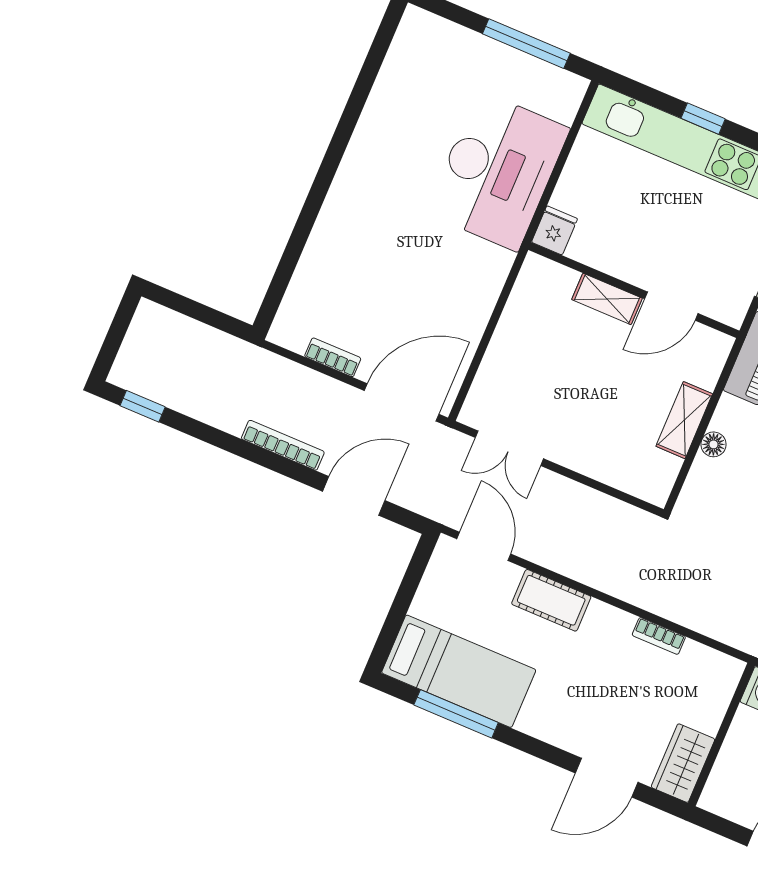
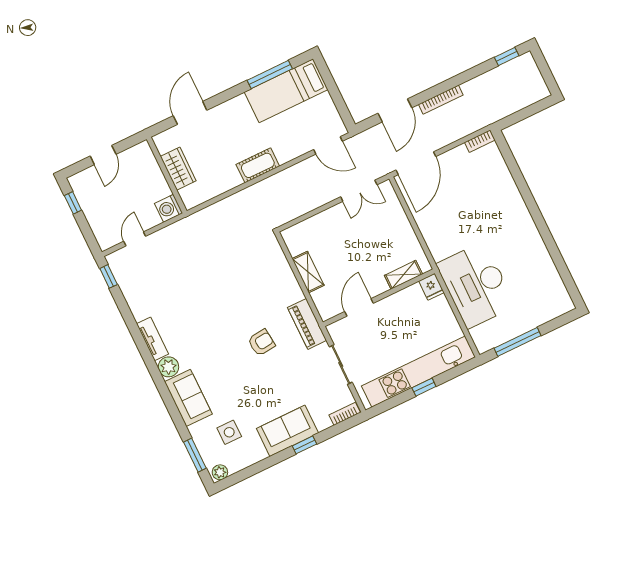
shelving: (607, 299) -> (403, 275), moved
bookcase: (333, 357) -> (480, 141), moved
floor lamp: (713, 444) -> (288, 275), removed
double door: (509, 448) -> (359, 191), swing flipped
cot: (551, 600) -> (258, 165), moved
bookcase: (659, 636) -> (229, 185), removed
wardrobe: (683, 763) -> (178, 169), moved

